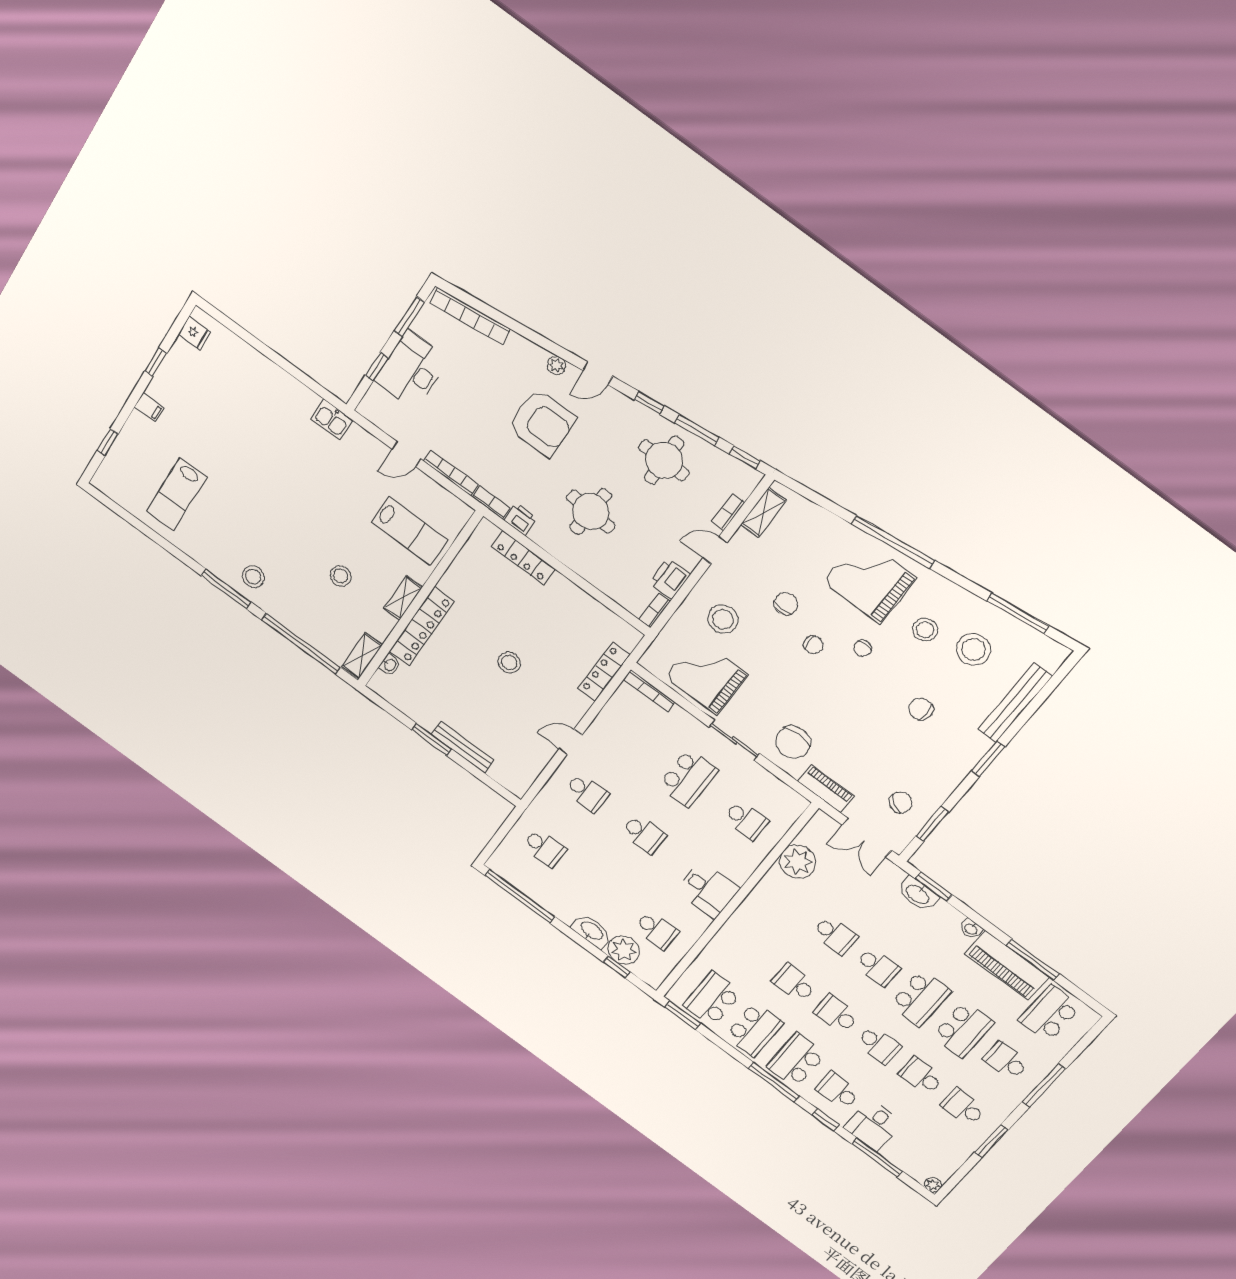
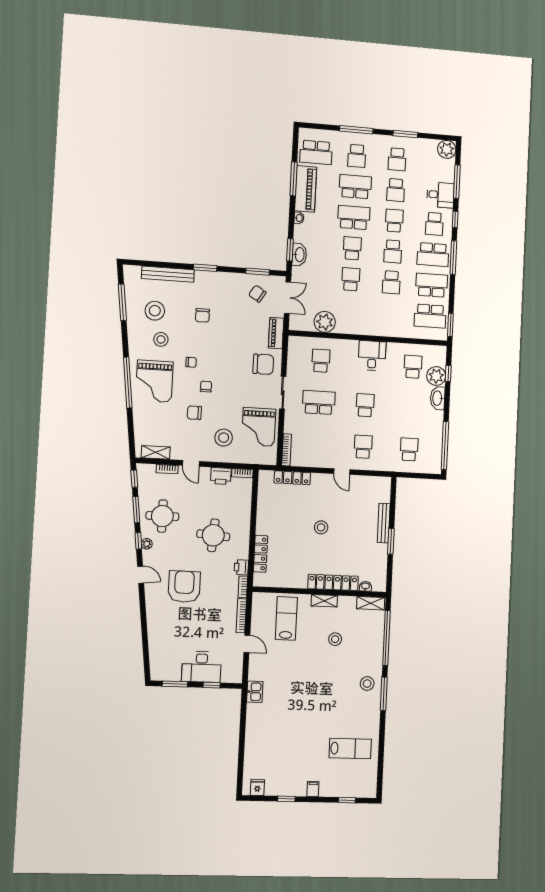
bookcase: (470, 316) -> (154, 654), removed
plant: (556, 365) -> (147, 544), moved
plant: (933, 1185) -> (447, 149), width x1.88, depth x1.88

